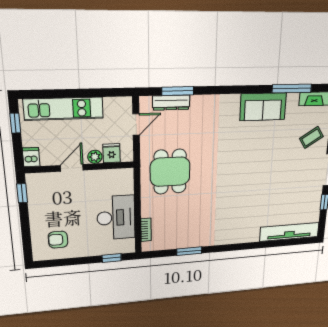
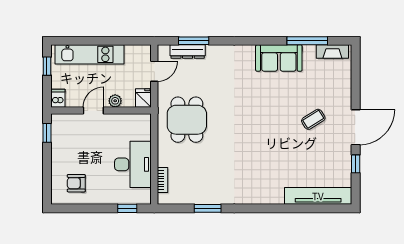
coffee table: (311, 137) -> (313, 119), moved
fridge: (111, 153) -> (143, 98), moved

